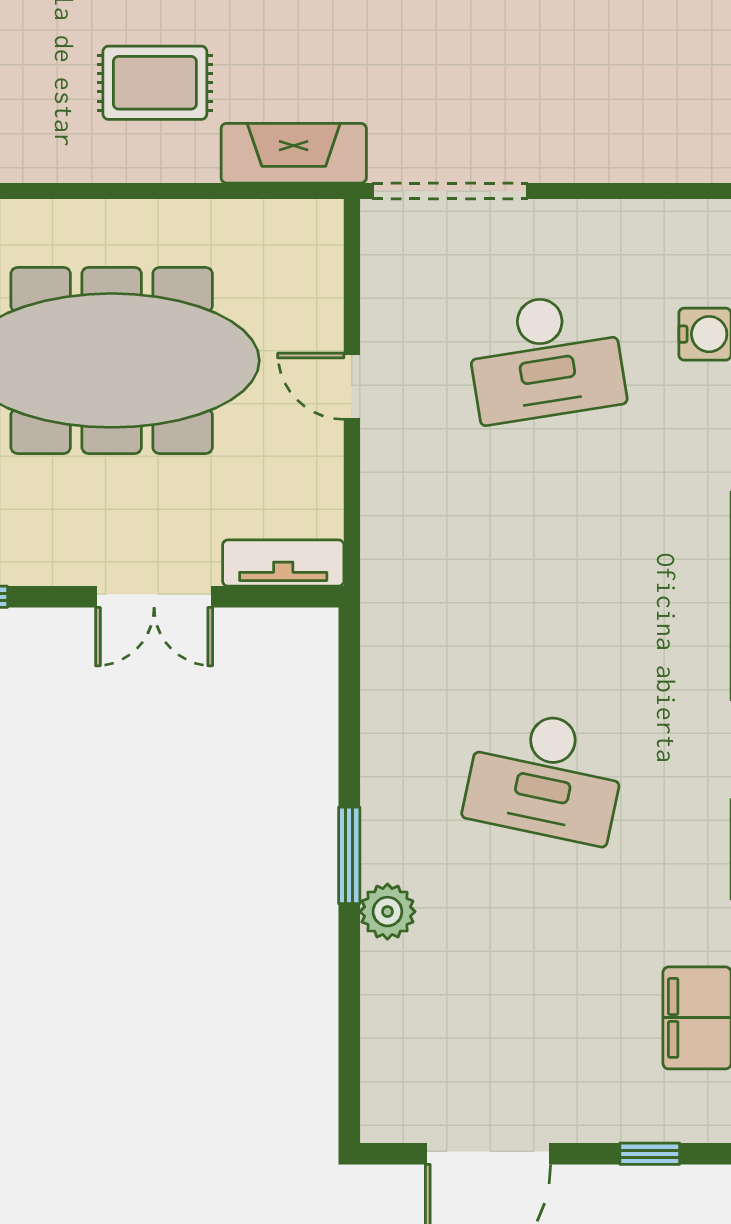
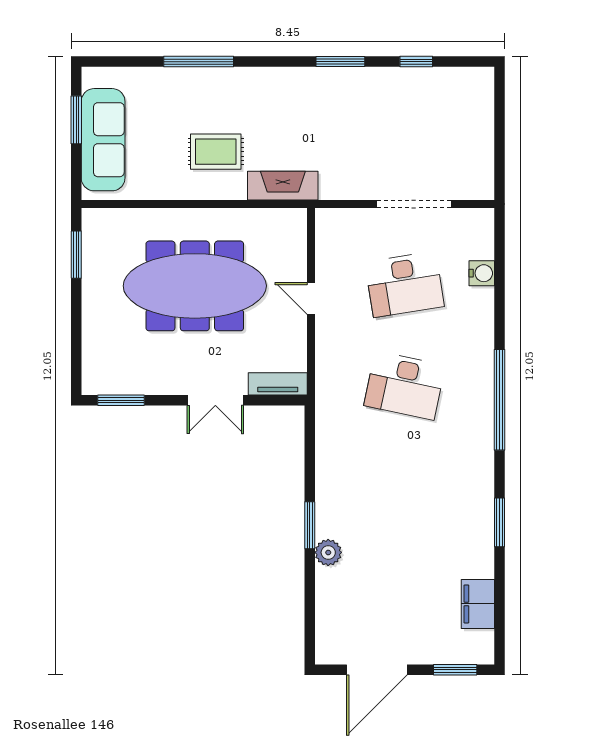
doorway: (450, 191) -> (414, 204), moved
desk: (545, 776) -> (405, 386), moved
window: (650, 1154) -> (455, 670), width x1.50

